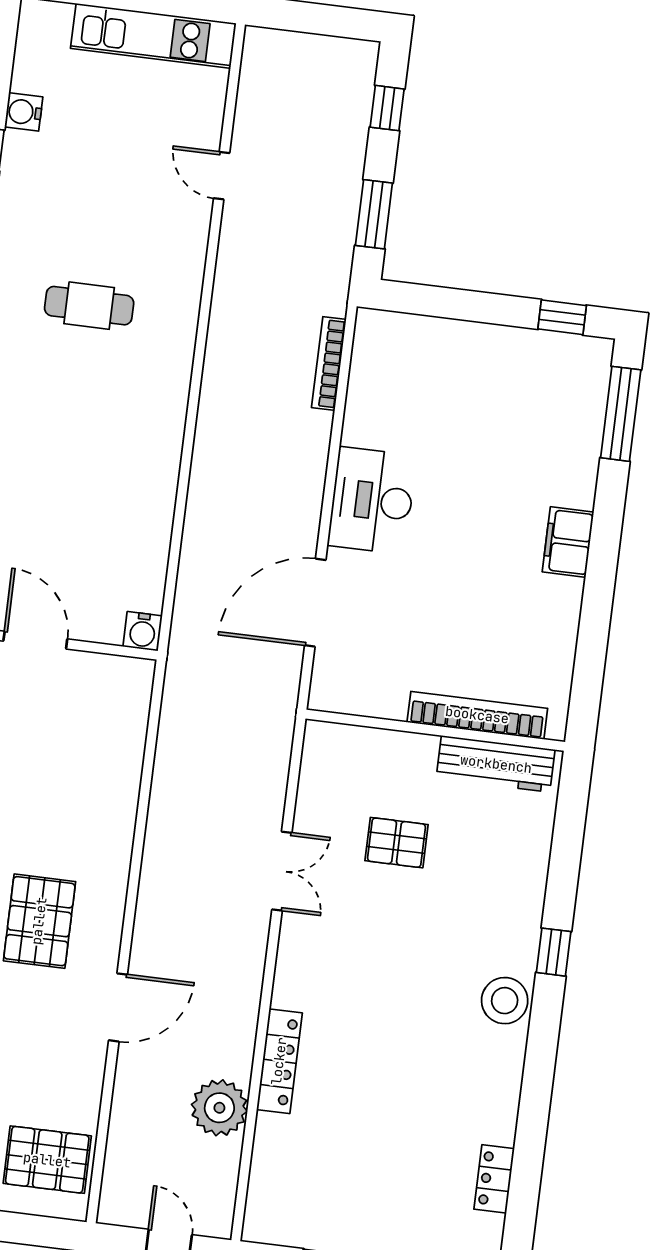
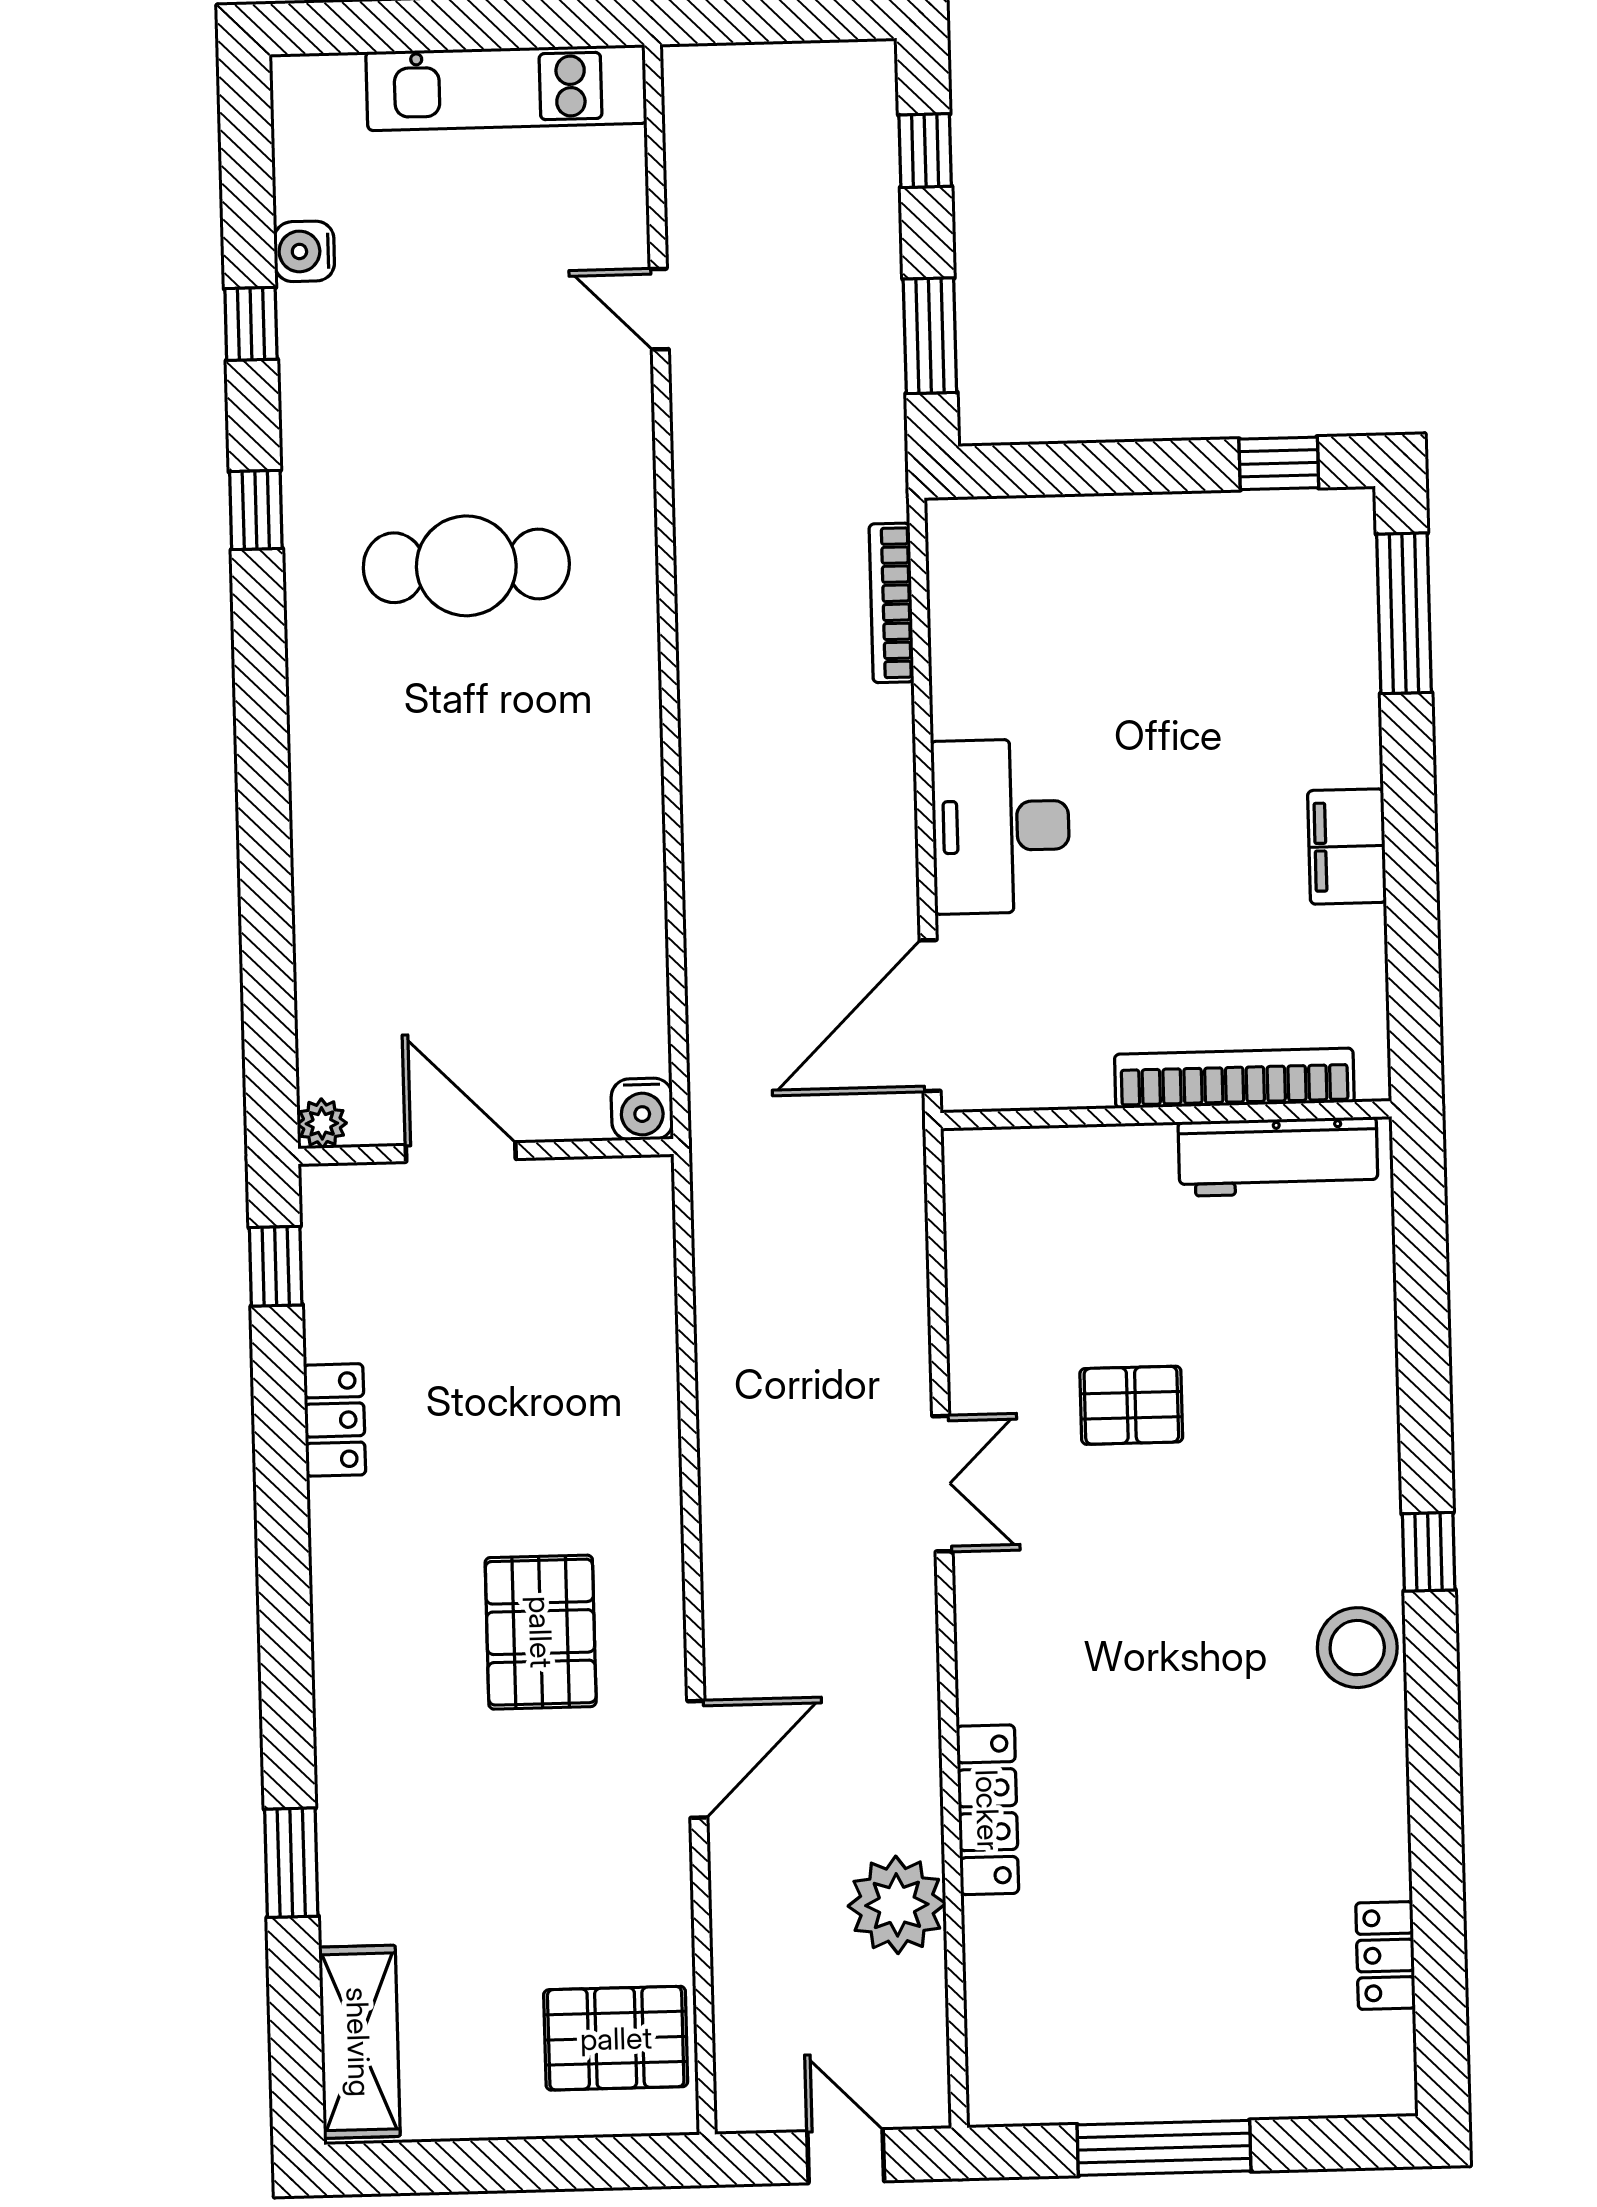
cafe table: (89, 306) -> (466, 566), width x1.37, depth x1.35
bookcase: (477, 715) -> (1234, 1078), moved
wall: (435, 730) -> (1166, 1115), moved
workbench: (496, 764) -> (1278, 1157), moved

